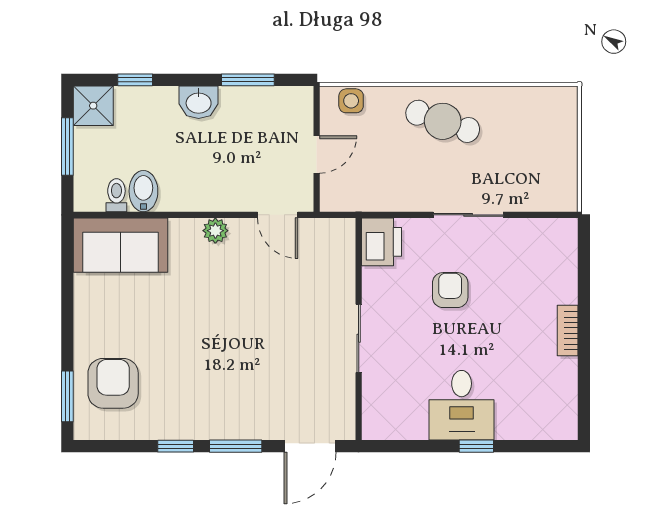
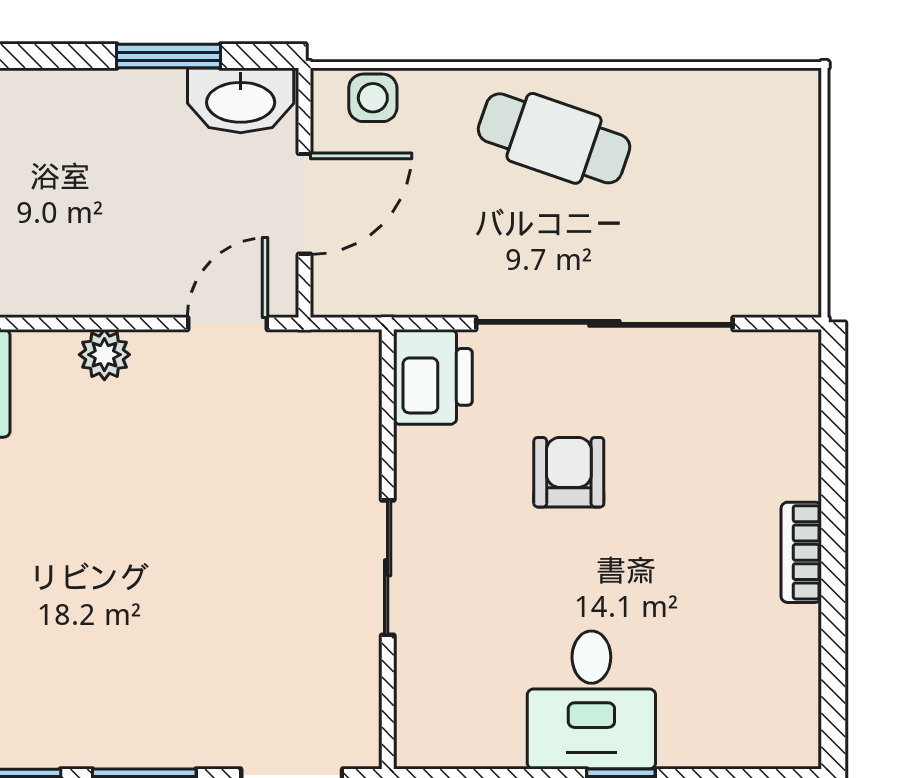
washbasin: (199, 102) -> (241, 100), moved, width x1.38
door: (317, 154) -> (305, 204), width x1.38
door: (278, 215) -> (228, 323), swing flipped
sliding door: (468, 215) -> (604, 323), width x1.86

